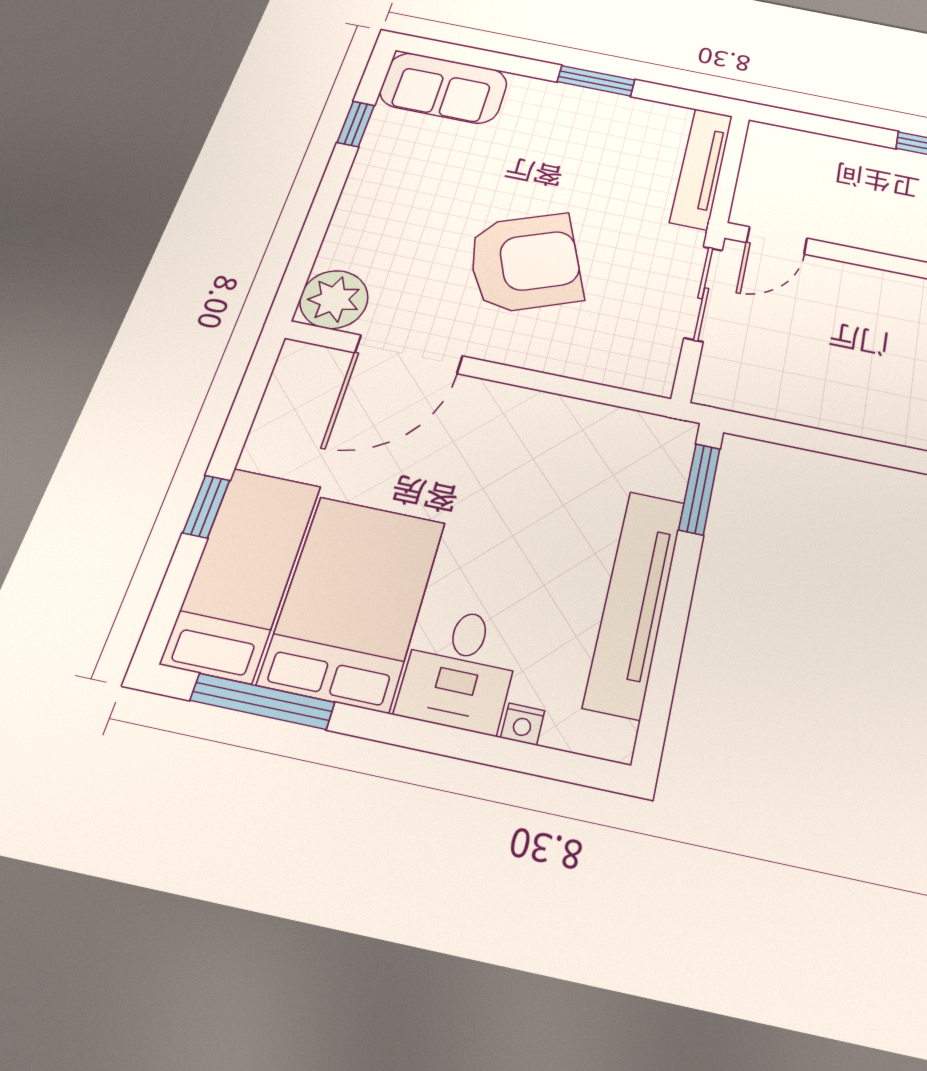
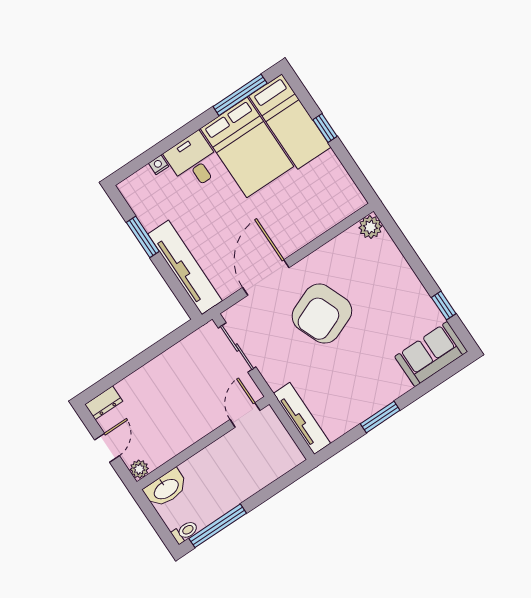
sliding door: (703, 293) -> (237, 347), moved
plant: (334, 299) -> (370, 227), width x0.73, depth x0.73
door: (409, 354) -> (266, 278), moved
window: (700, 489) -> (143, 237), moved
tv unit: (635, 602) -> (185, 267), moved

